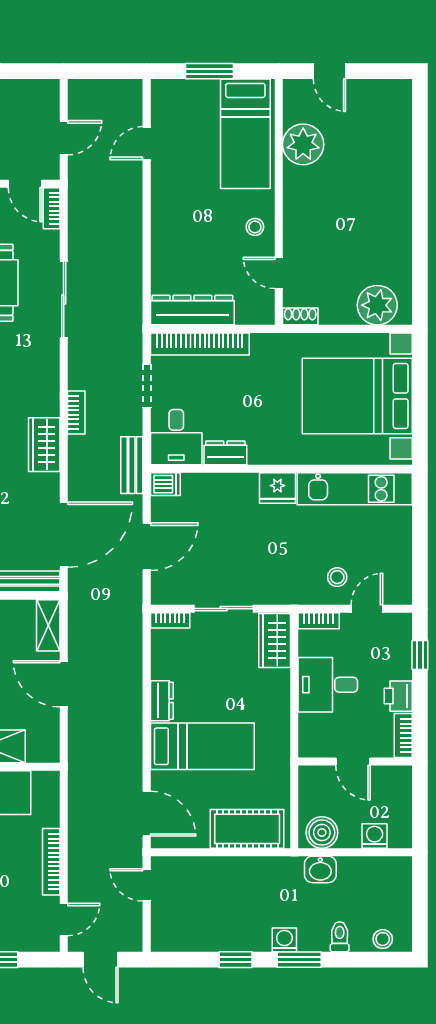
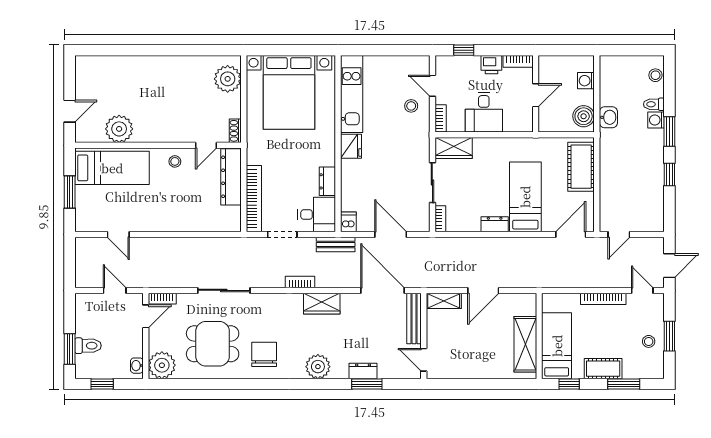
dresser: (192, 310) -> (231, 177), moved
washing machine: (284, 940) -> (656, 120), moved

